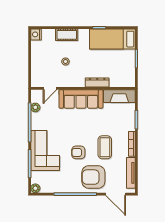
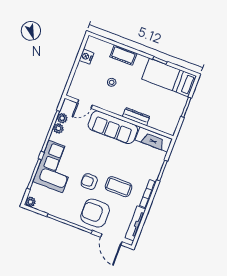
nightstand: (36, 34) -> (86, 57), moved
plant: (35, 117) -> (58, 128), added
coffee table: (105, 147) -> (119, 187), turned 90

